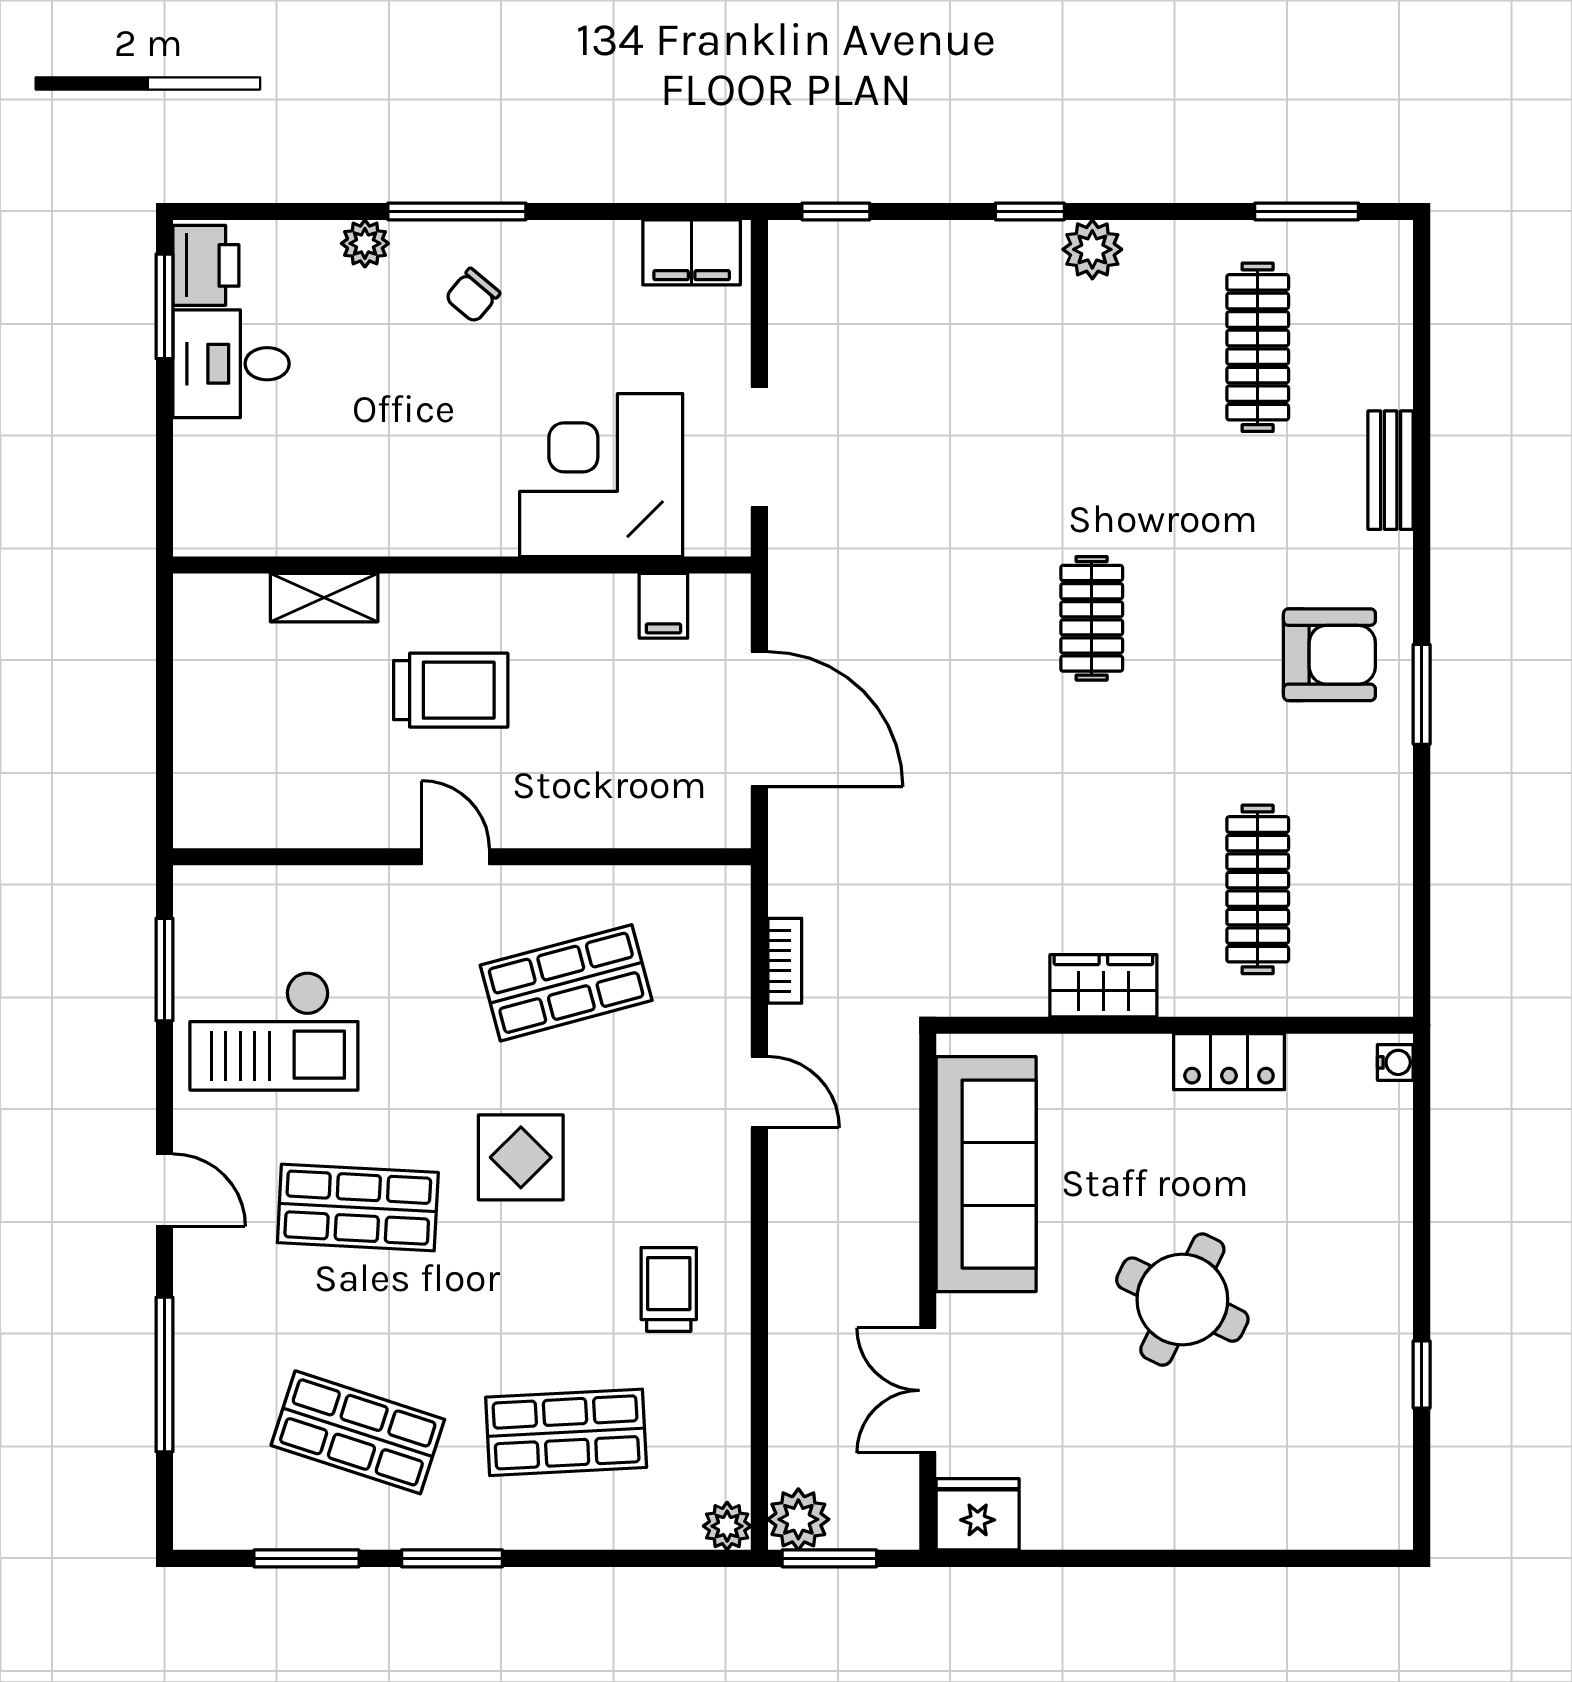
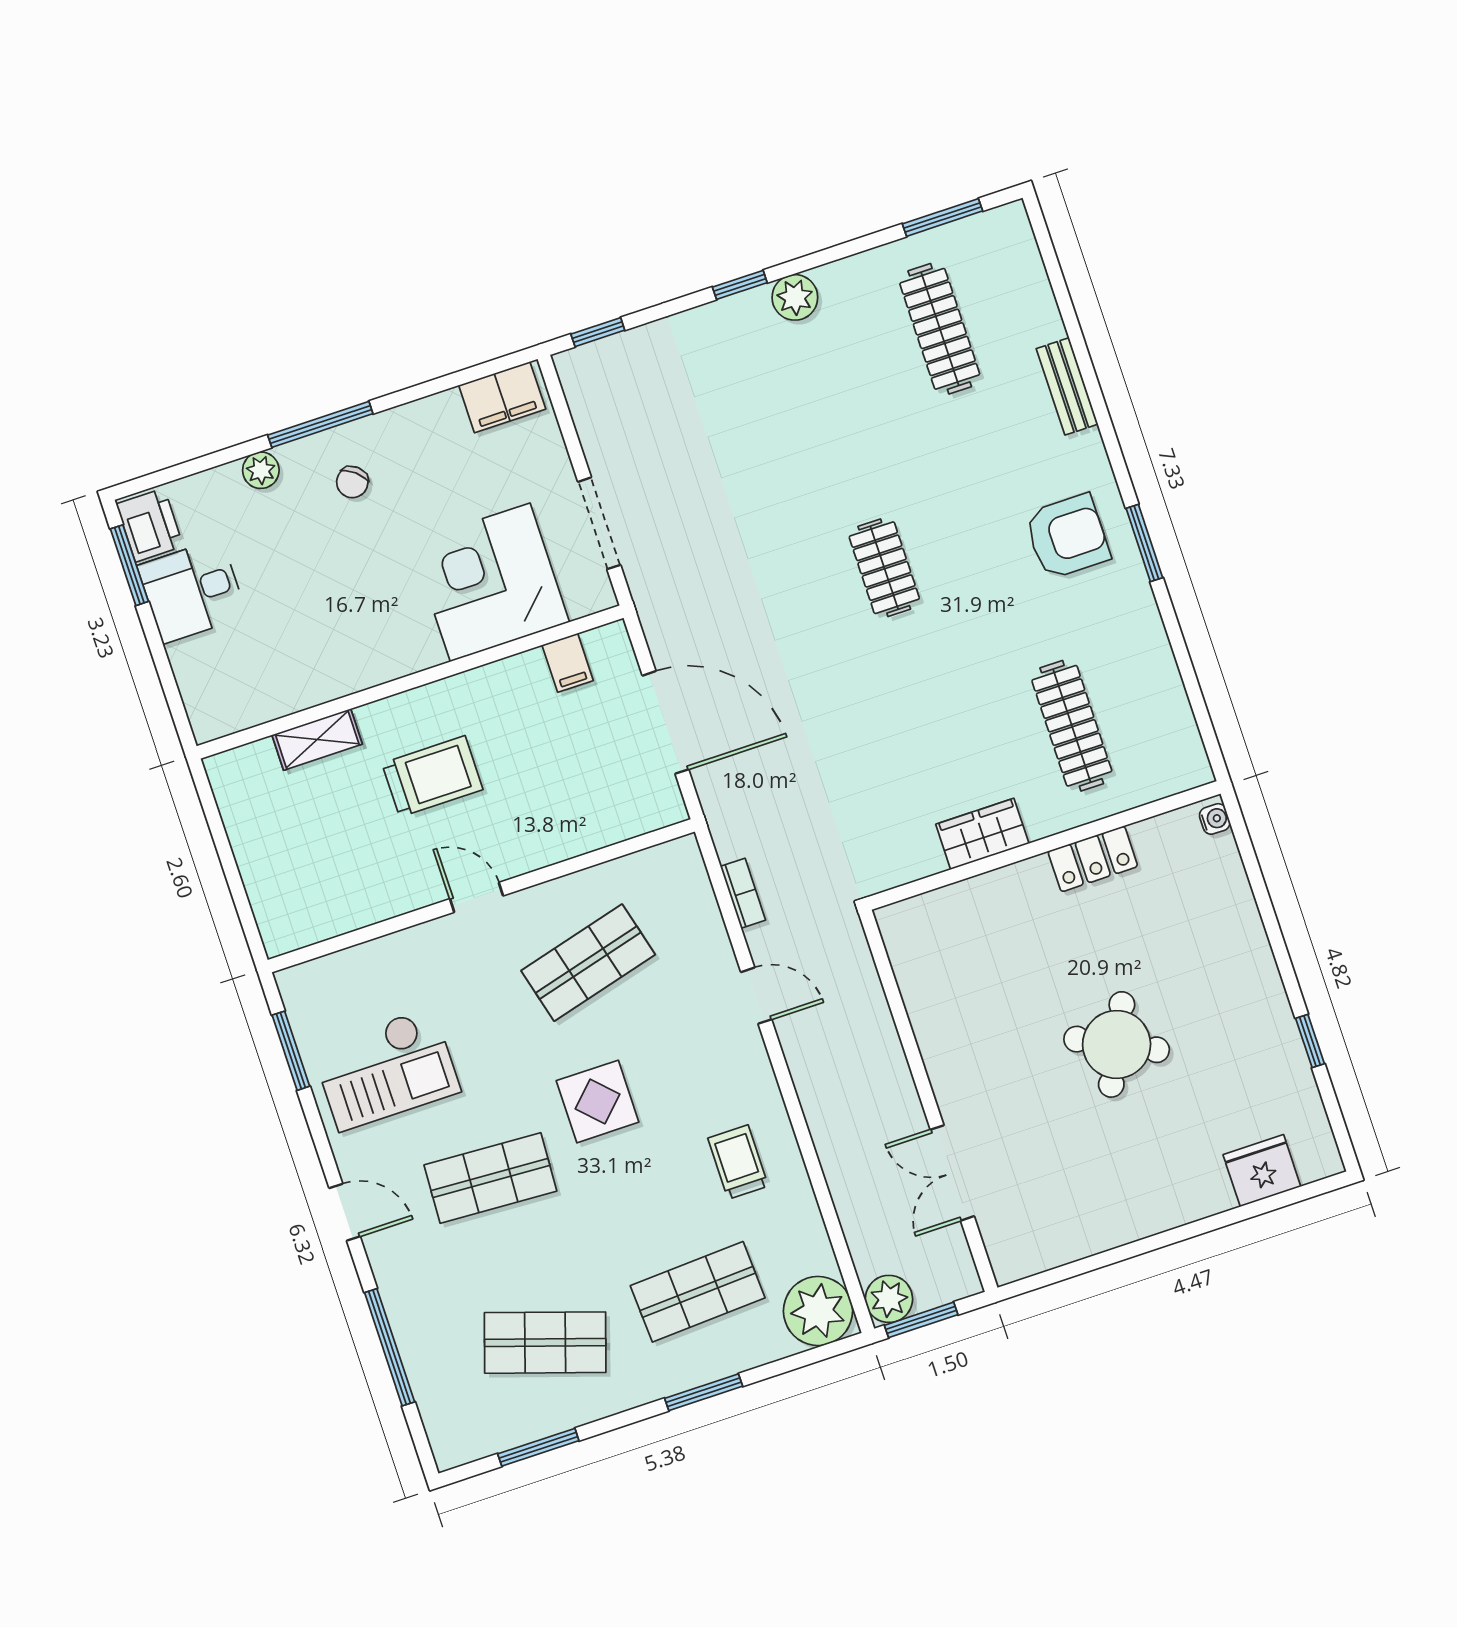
sofa: (986, 1174) -> (942, 1000), removed
fridge: (978, 1514) -> (1262, 1171), moved
plant: (727, 1526) -> (818, 1311), width x1.88, depth x1.88
window: (452, 1558) -> (704, 1392), moved

